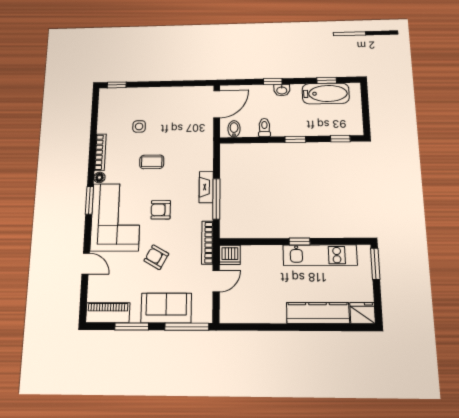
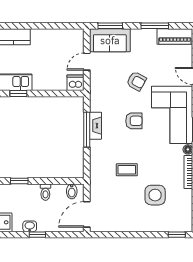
side table: (139, 126) -> (155, 195), width x1.87, depth x1.87
coffee table: (152, 162) -> (127, 170), moved
fireplace: (206, 187) -> (95, 126), moved
bookcase: (207, 243) -> (94, 93), removed
sofa: (166, 308) -> (110, 40), moved
window: (187, 327) -> (110, 26), width x0.69

